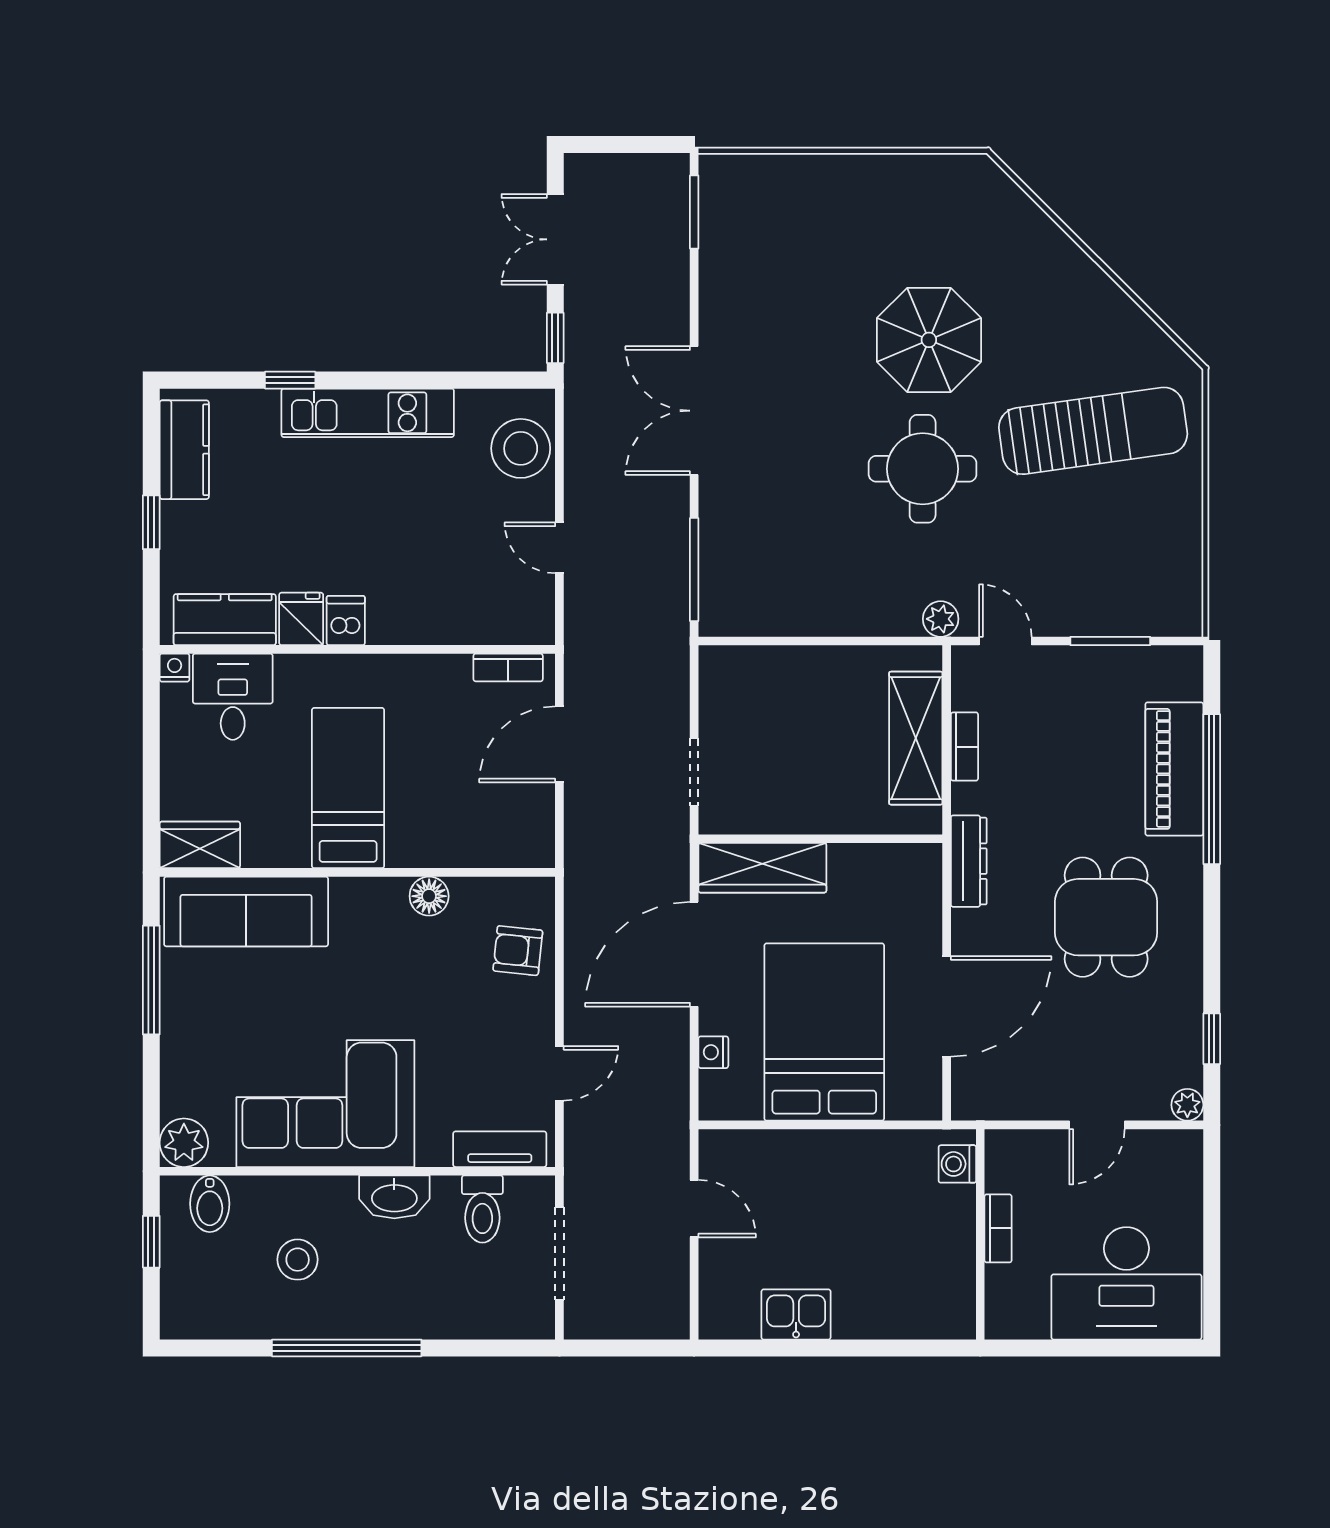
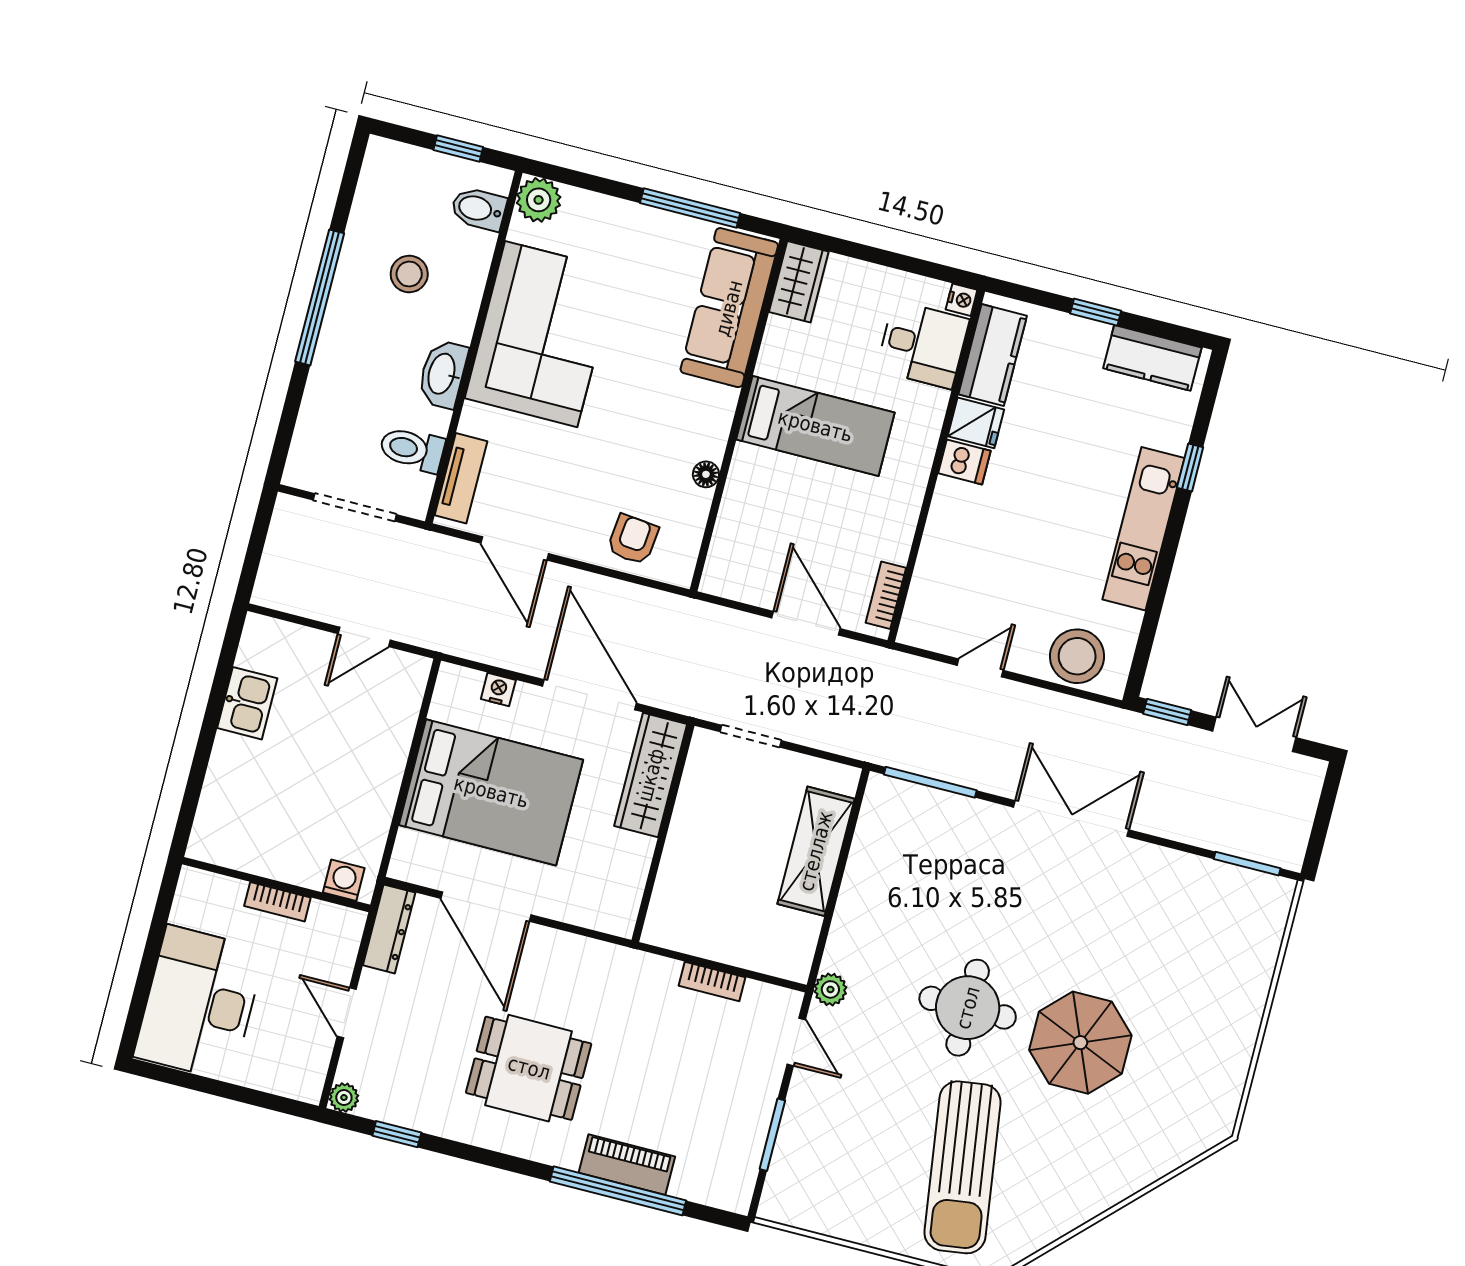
door: (1005, 641) -> (796, 1042), hinge flipped
shelving: (916, 738) -> (816, 851), moved, turned 90
piano: (1174, 769) -> (627, 1165), width x0.73, depth x0.75
dresser: (969, 861) -> (389, 929), moved, turned -90
floor lamp: (429, 896) -> (706, 474), width x0.73, depth x0.73
door: (559, 1073) -> (515, 548), width x1.38

